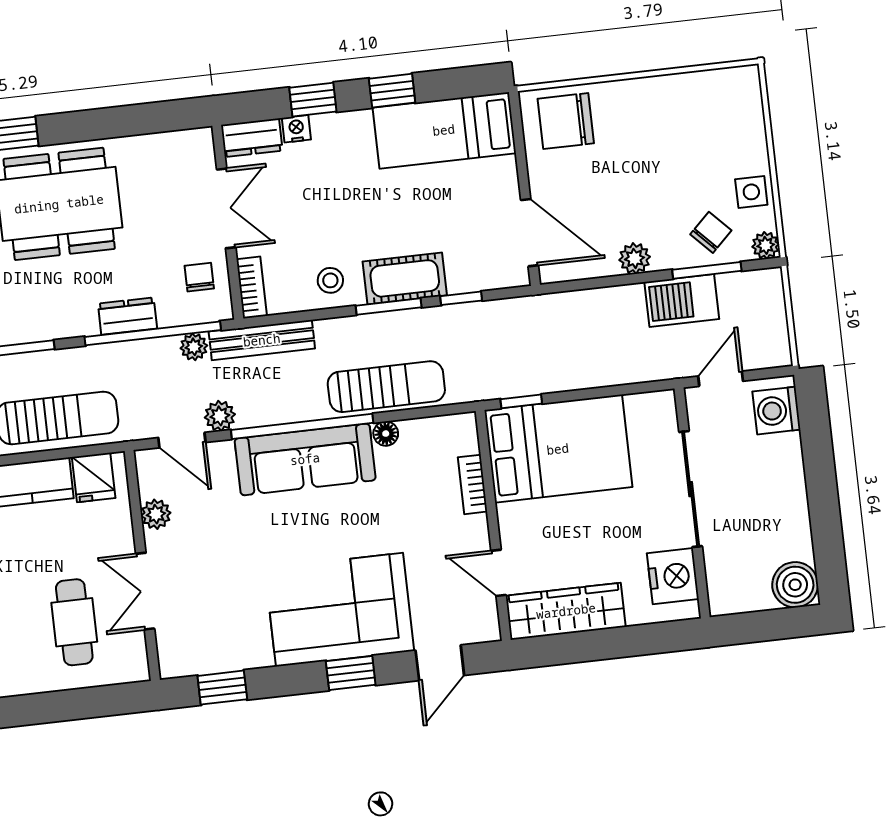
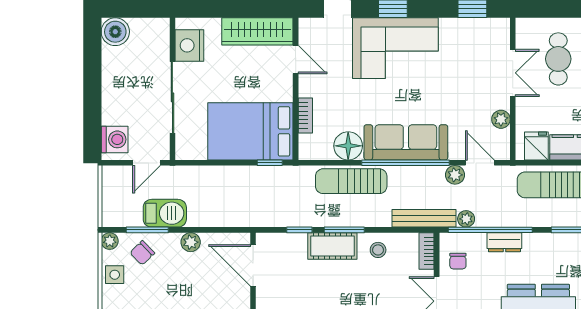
floor lamp: (386, 434) -> (348, 146), width x1.89, depth x1.89

